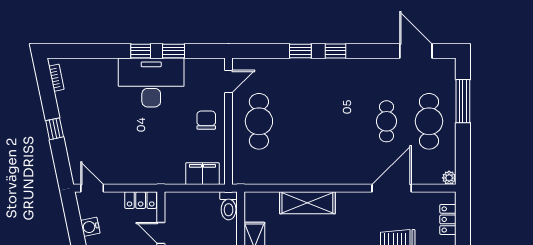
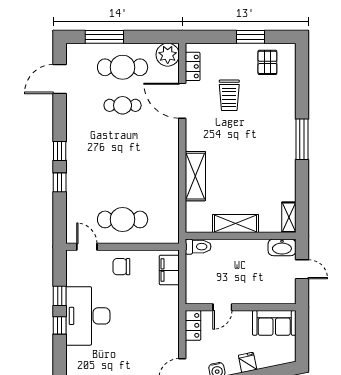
plant: (449, 178) -> (168, 55), width x1.88, depth x1.88
locker: (448, 219) -> (193, 66), moved, turned -90

